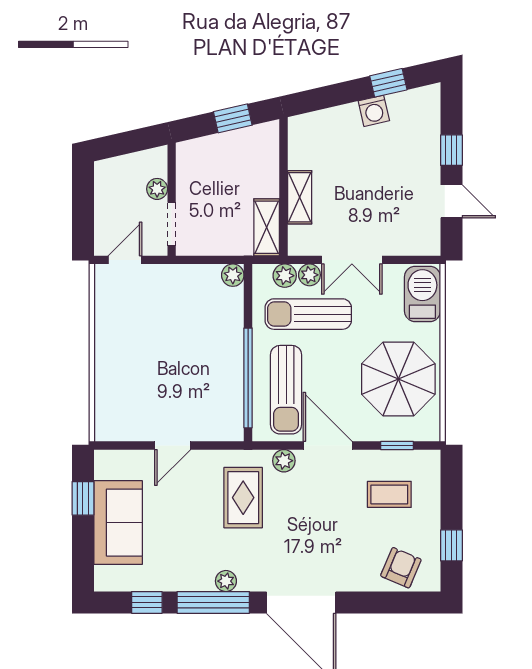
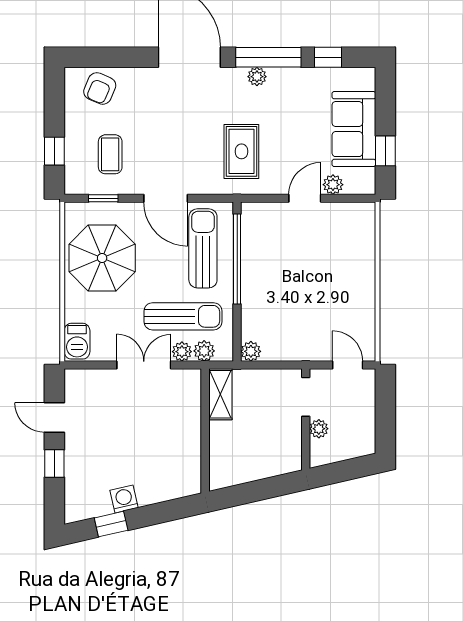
window: (233, 118) -> (251, 492), removed
shelving: (300, 197) -> (191, 421), removed
door: (125, 260) -> (348, 365), swing flipped
barbecue: (422, 294) -> (77, 341), width x0.73, depth x0.79
plant: (284, 461) -> (333, 185), moved
coffee table: (389, 494) -> (110, 154), turned 90
window: (451, 545) -> (54, 151), moved

